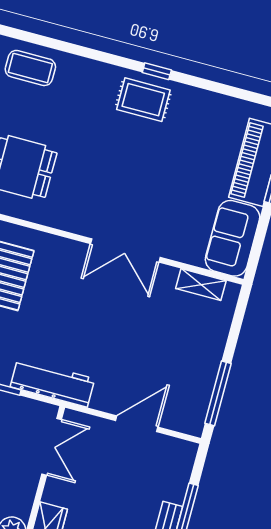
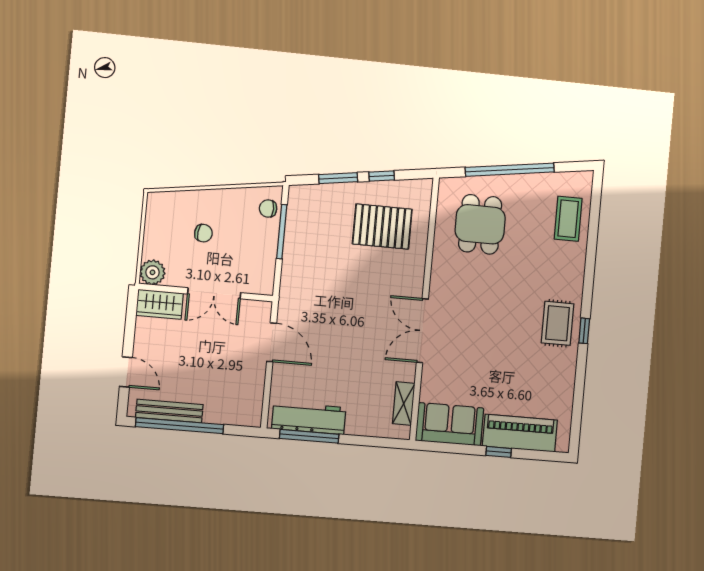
workbench: (53, 383) -> (309, 418), moved, turned -90
door: (137, 424) -> (272, 342), moved
double door: (52, 447) -> (214, 293), moved

